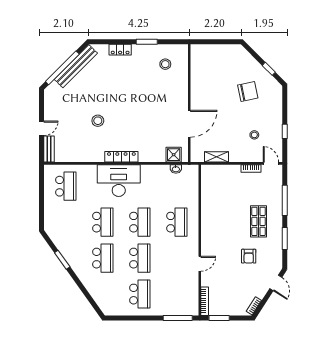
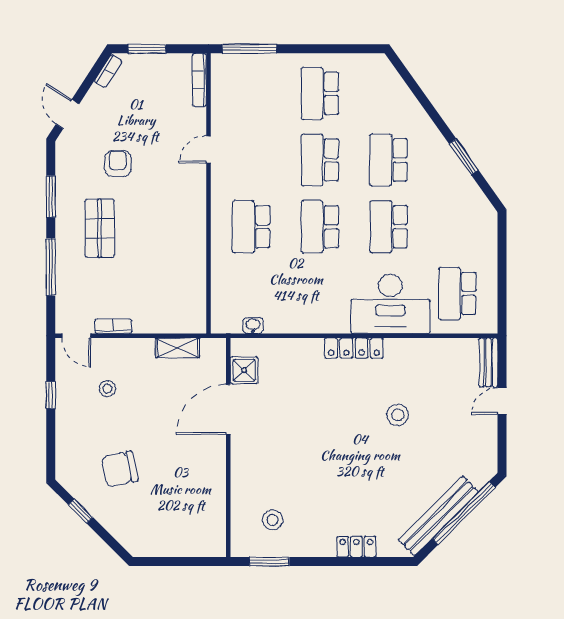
window: (147, 42) -> (269, 561), moved
shower: (174, 155) -> (244, 370), moved
desk: (119, 181) -> (390, 304), moved
window: (219, 318) -> (147, 49), moved

